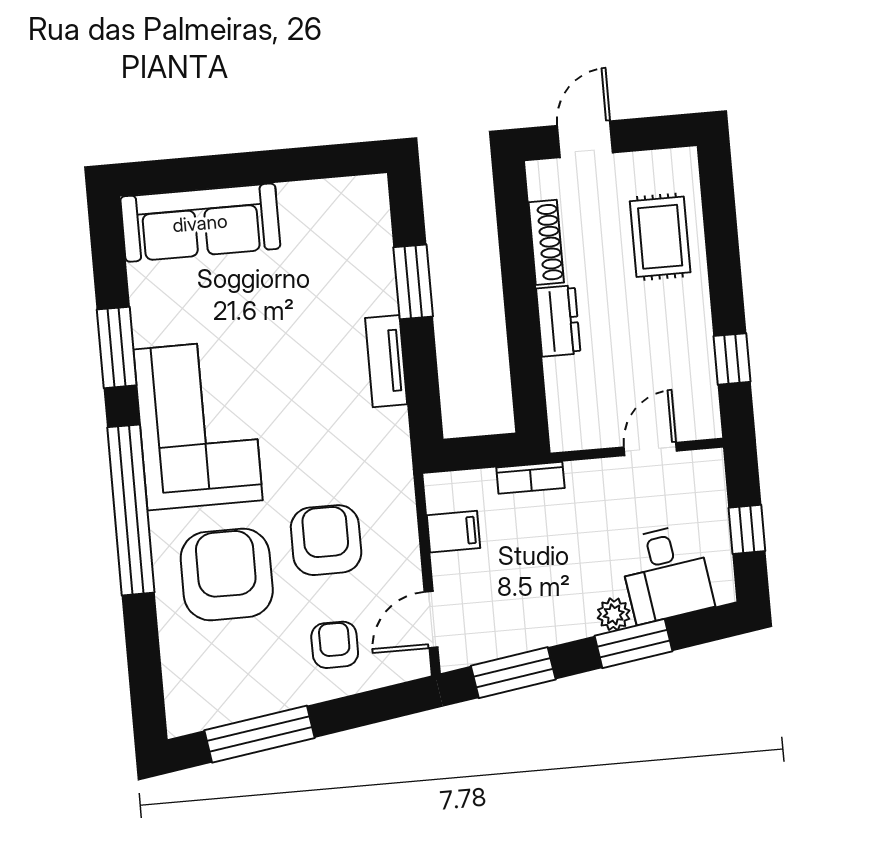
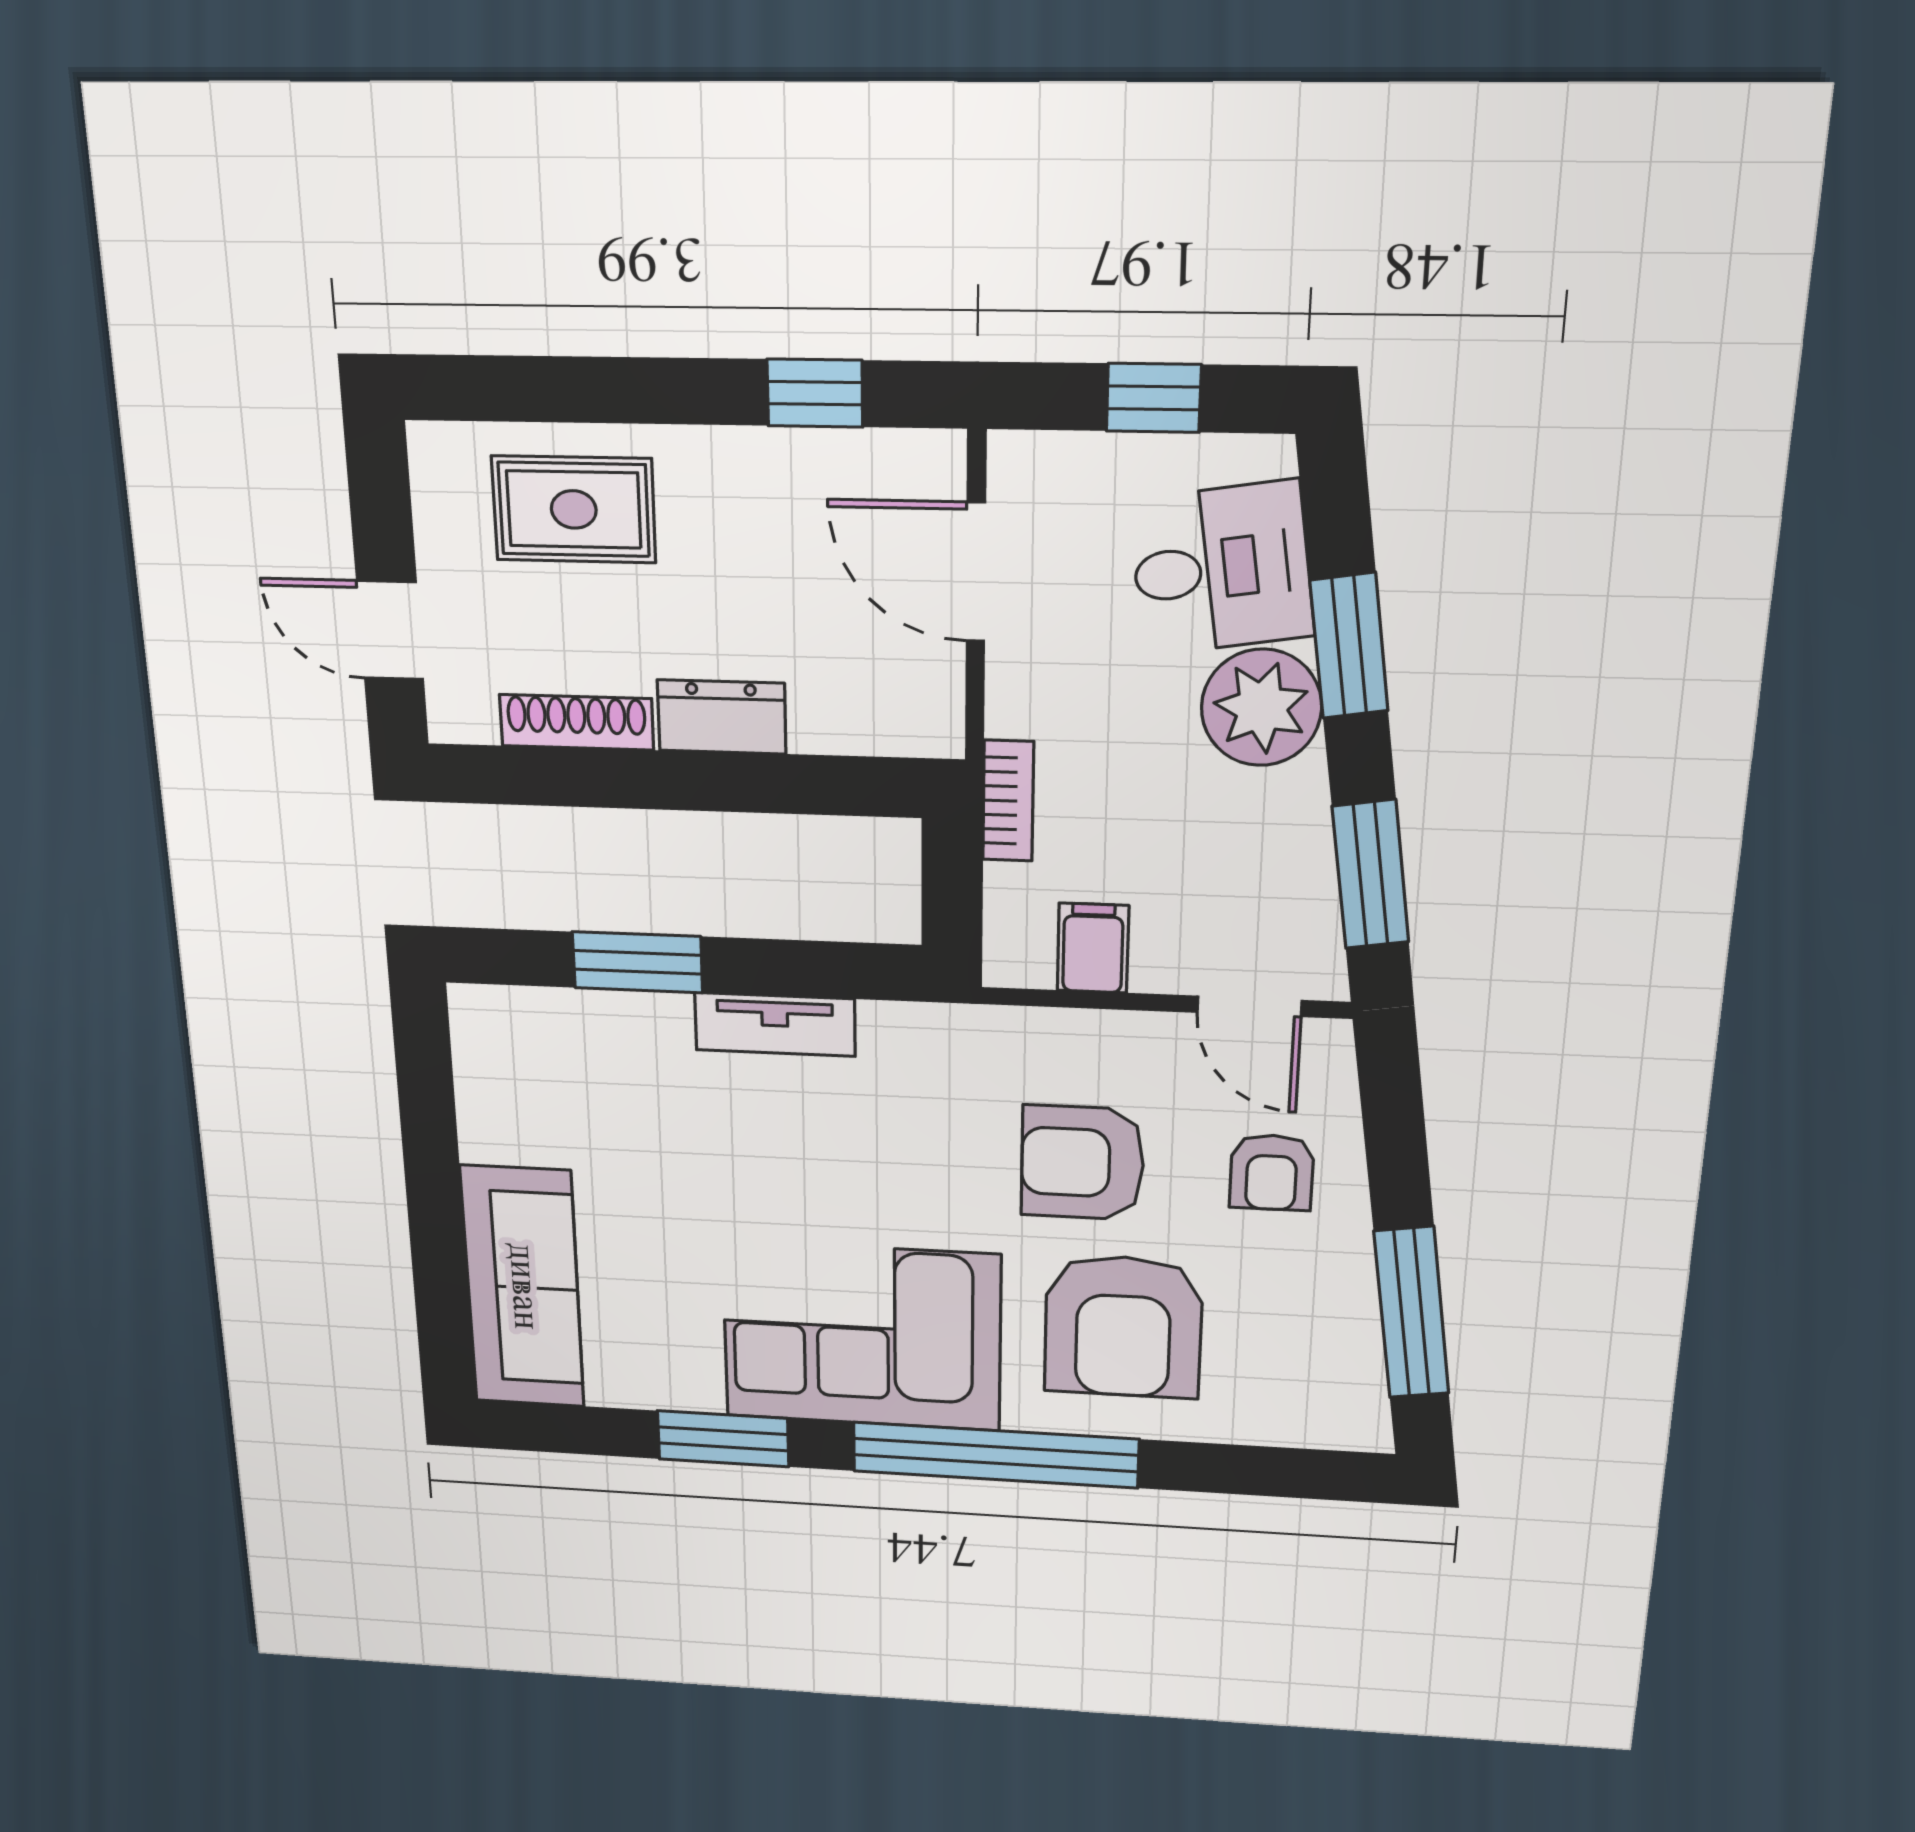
door: (650, 449) -> (976, 572), width x1.38
armchair: (227, 574) -> (1123, 1327), turned -90
plant: (614, 614) -> (1261, 708), width x1.87, depth x1.87
armchair: (335, 645) -> (1272, 1172), turned -90

